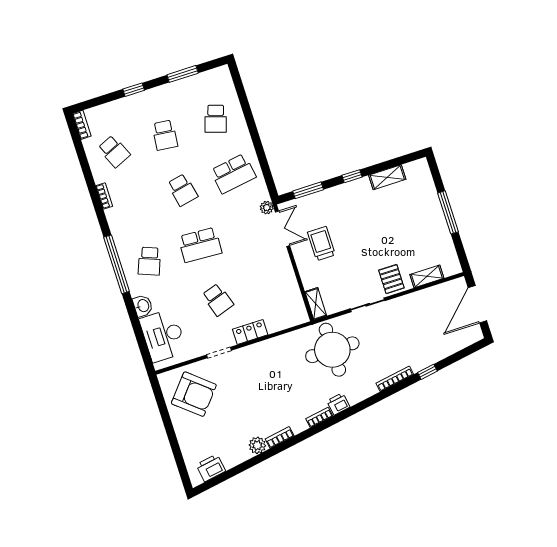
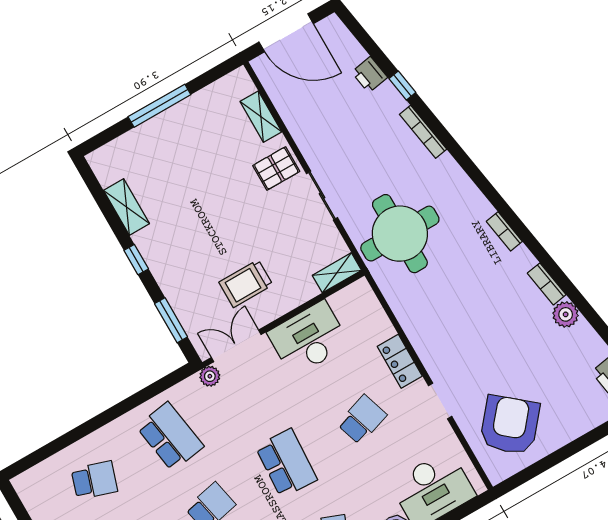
desk: (277, 276) -> (308, 338), added
printer: (338, 404) -> (370, 75), moved

